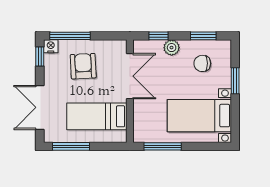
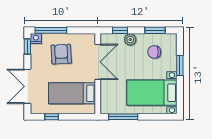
window: (71, 146) -> (52, 117), width x0.46

